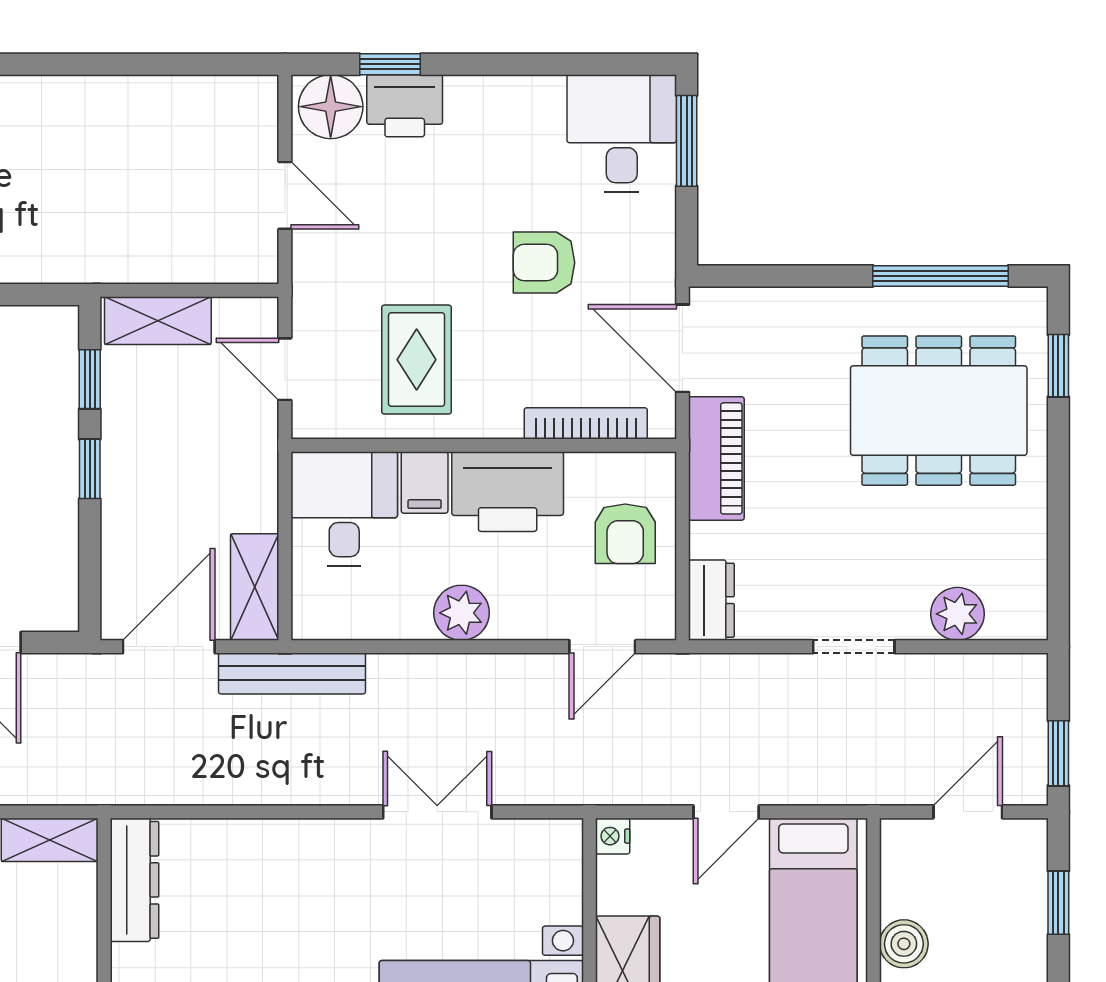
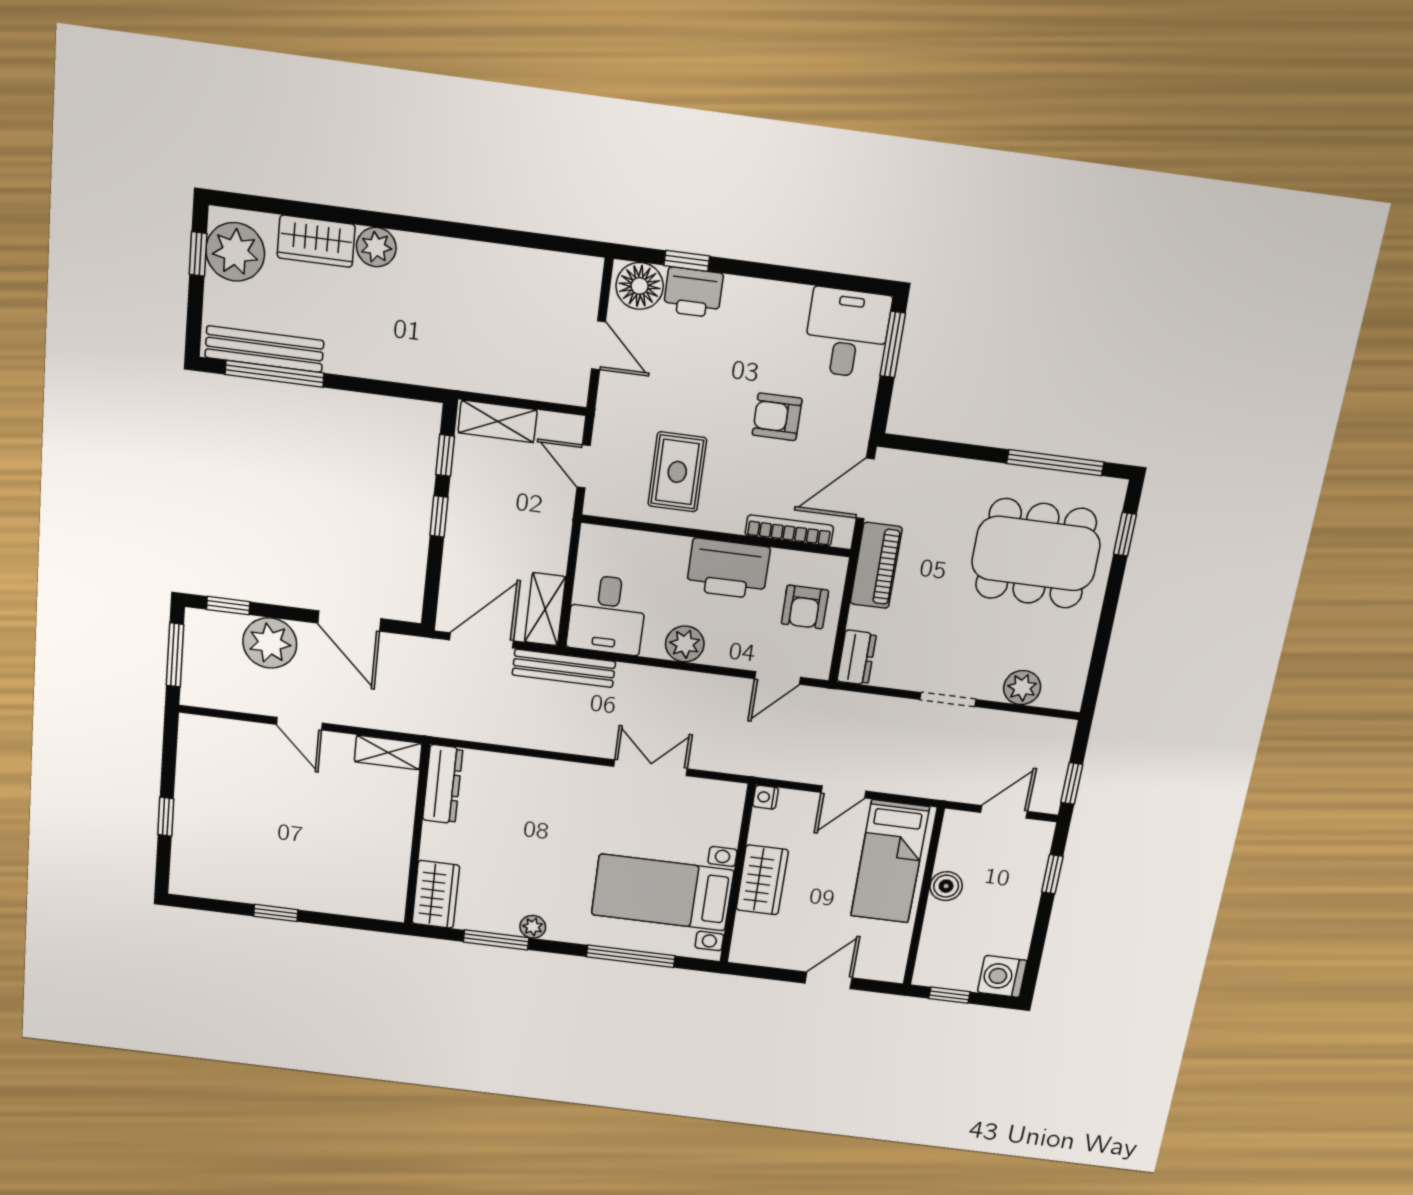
door: (682, 348) -> (865, 489), hinge flipped
filing cabinet: (425, 482) -> (671, 555), removed
desk: (344, 509) -> (607, 615), moved, turned 180

